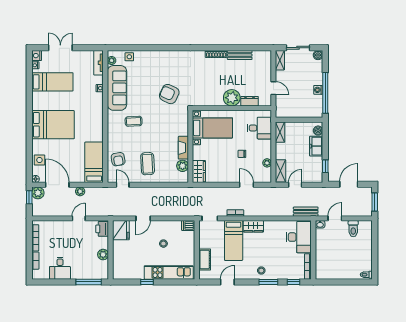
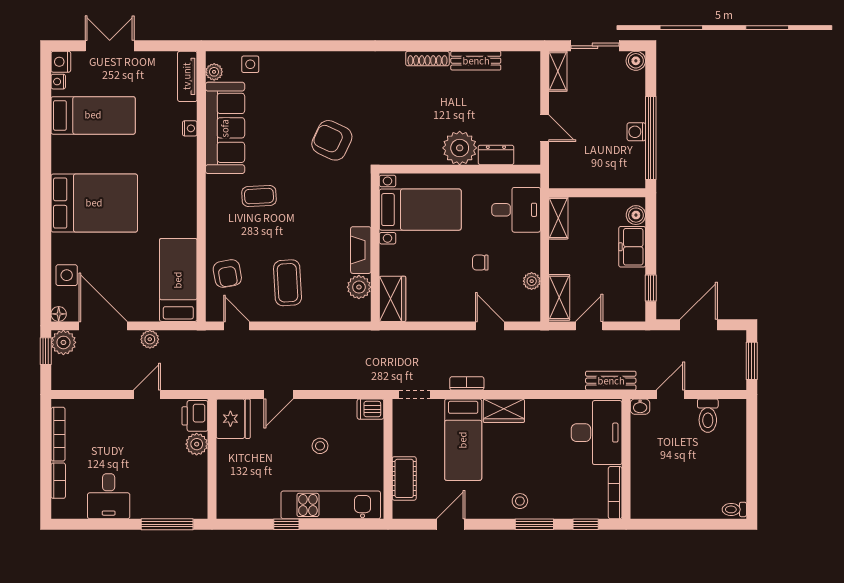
plant: (103, 255) -> (197, 444), moved

